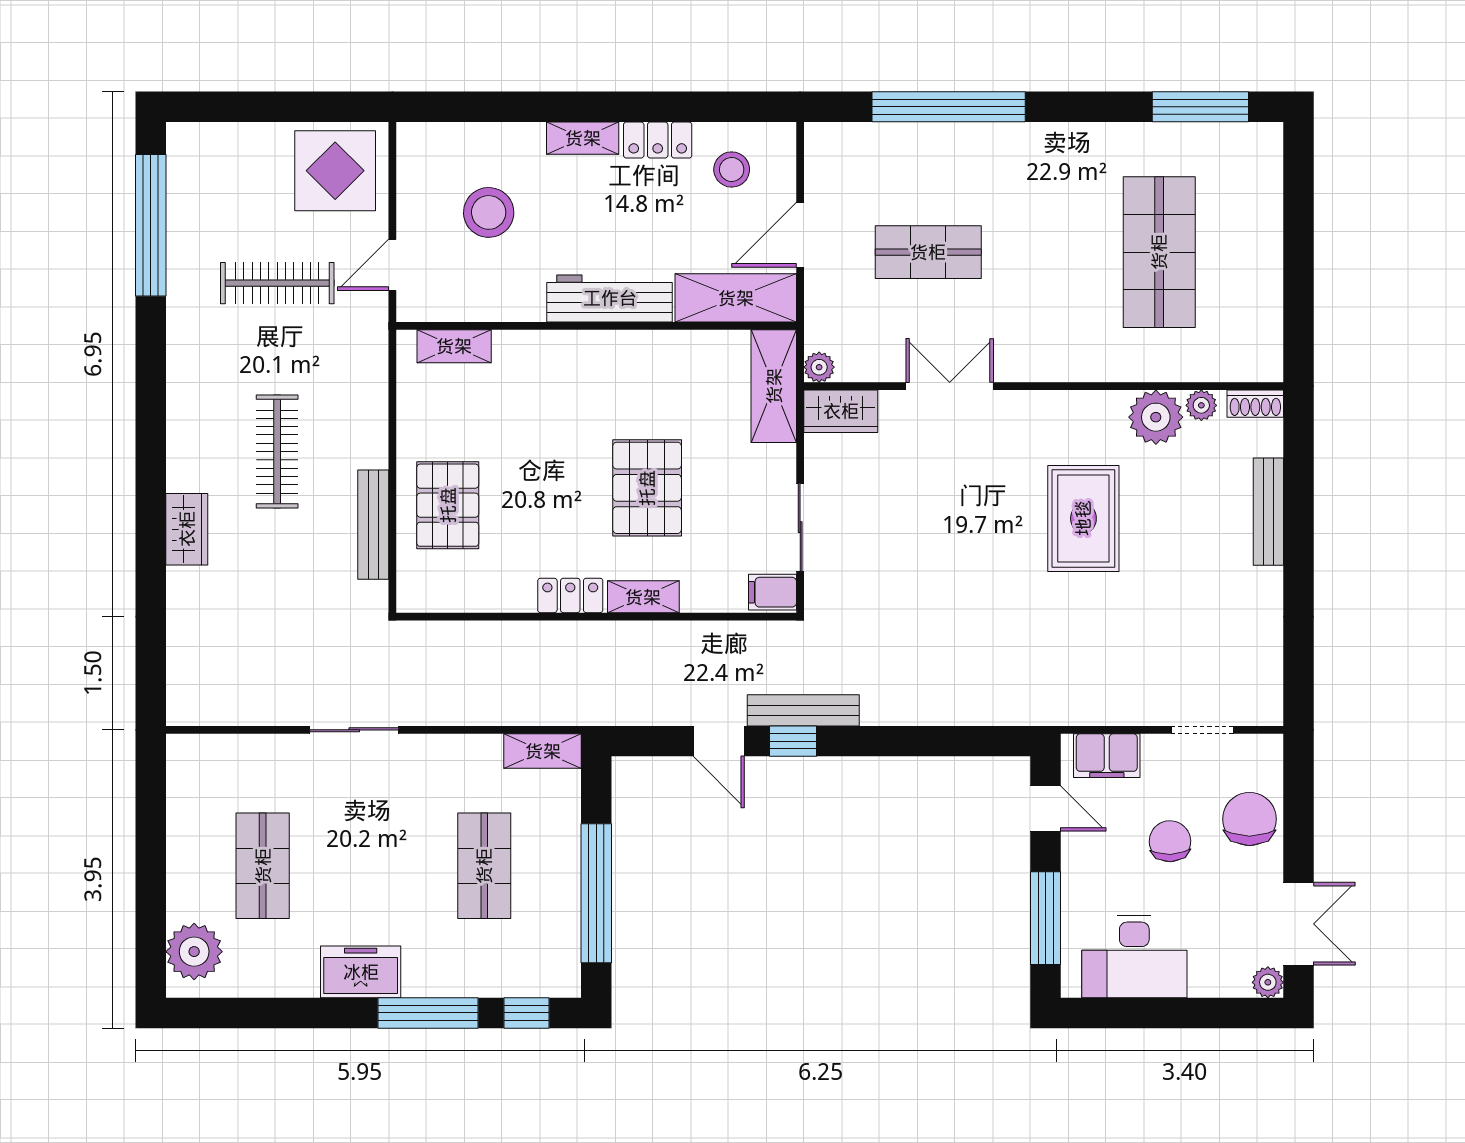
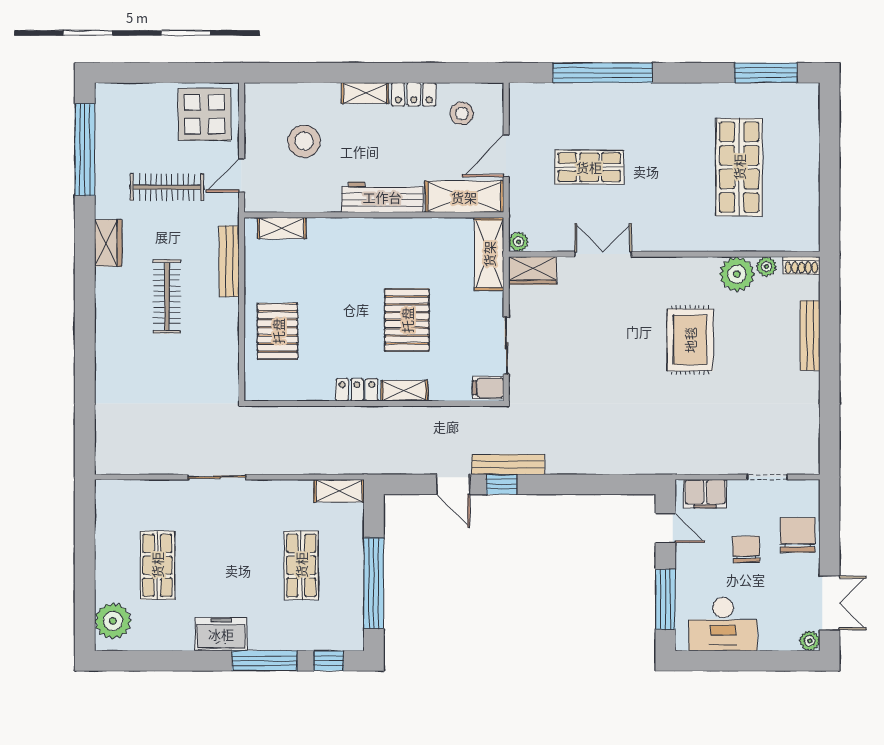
bench: (373, 525) -> (229, 261), moved
wardrobe: (187, 529) -> (108, 243), moved

